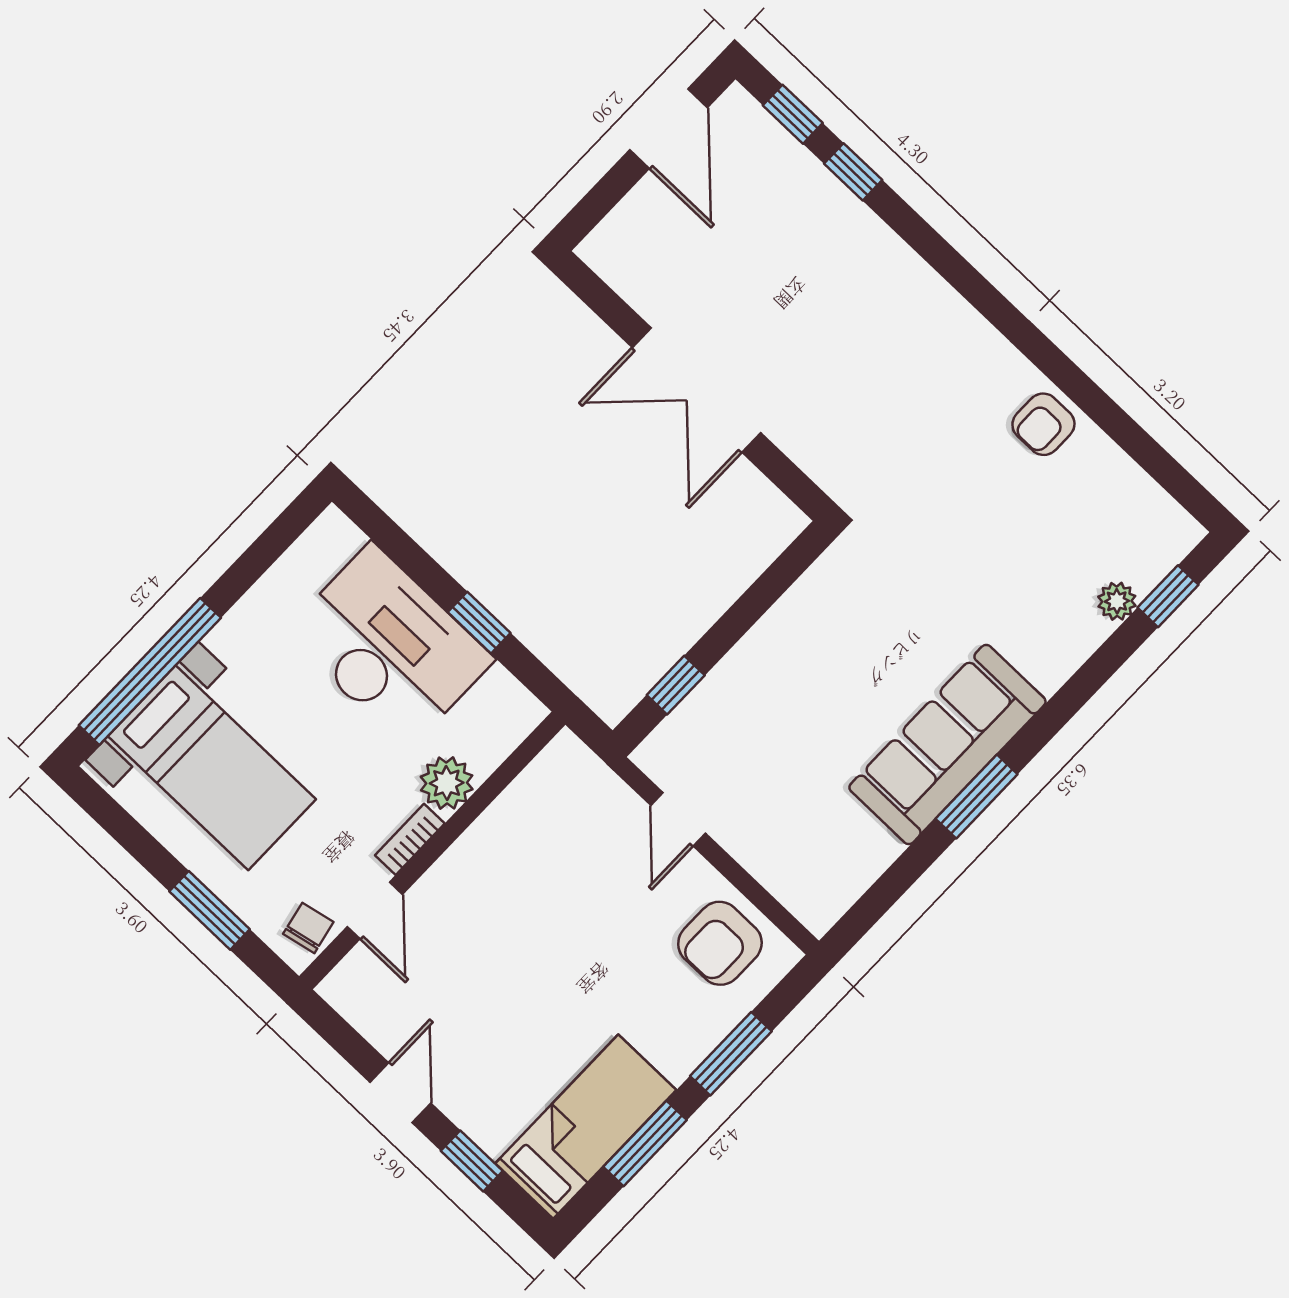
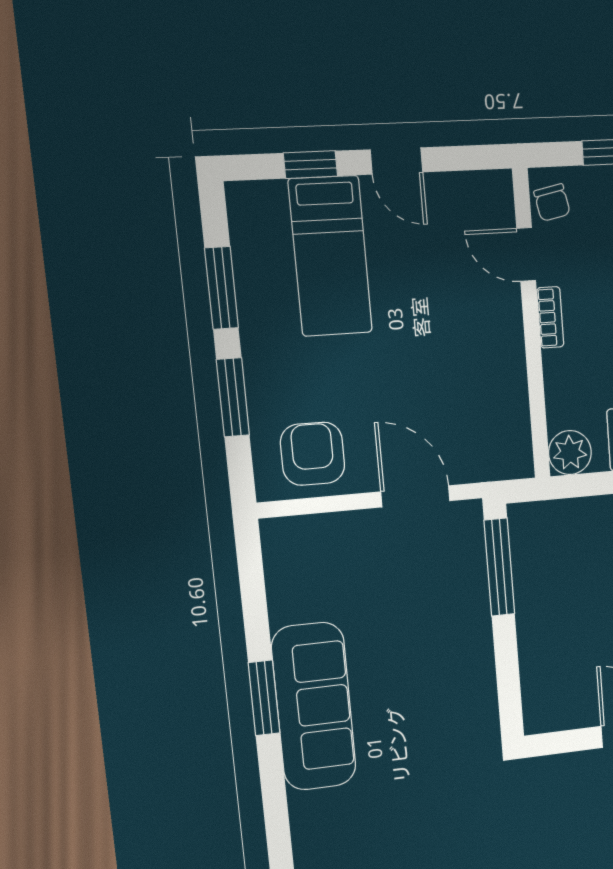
window: (676, 685) -> (499, 567), width x2.17
plant: (447, 783) -> (570, 453), moved
door: (678, 819) -> (415, 496), width x1.38
bed: (586, 1127) -> (330, 256), moved

